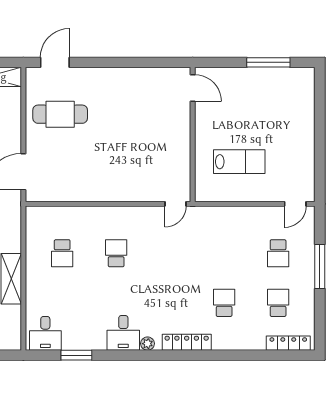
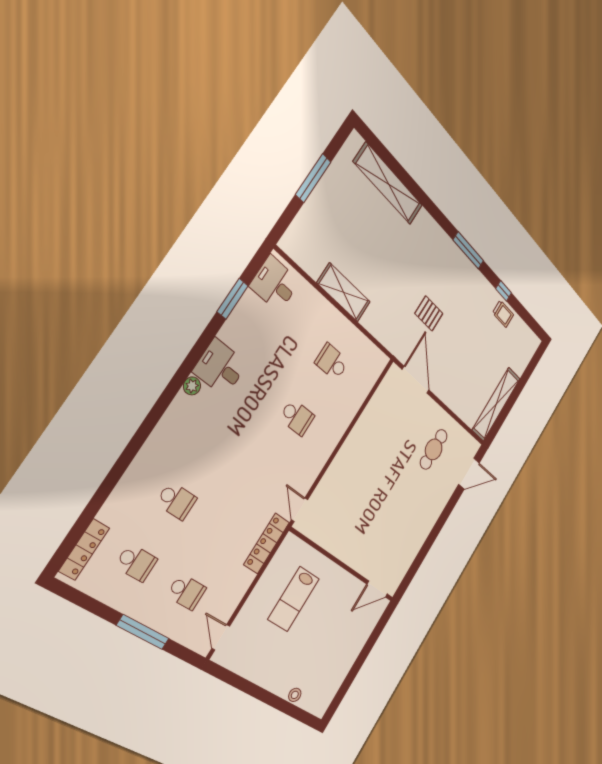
door: (55, 62) -> (469, 474), hinge flipped
window: (268, 62) -> (352, 675), removed
stool: (307, 107) -> (295, 695), added
cafe table: (60, 114) -> (434, 449), width x0.73, depth x0.74
school desk: (278, 253) -> (186, 592), turned 180
locker: (187, 342) -> (267, 543), moved, turned 180

